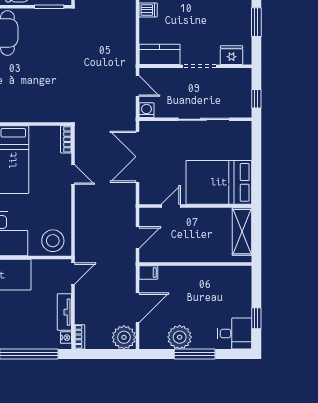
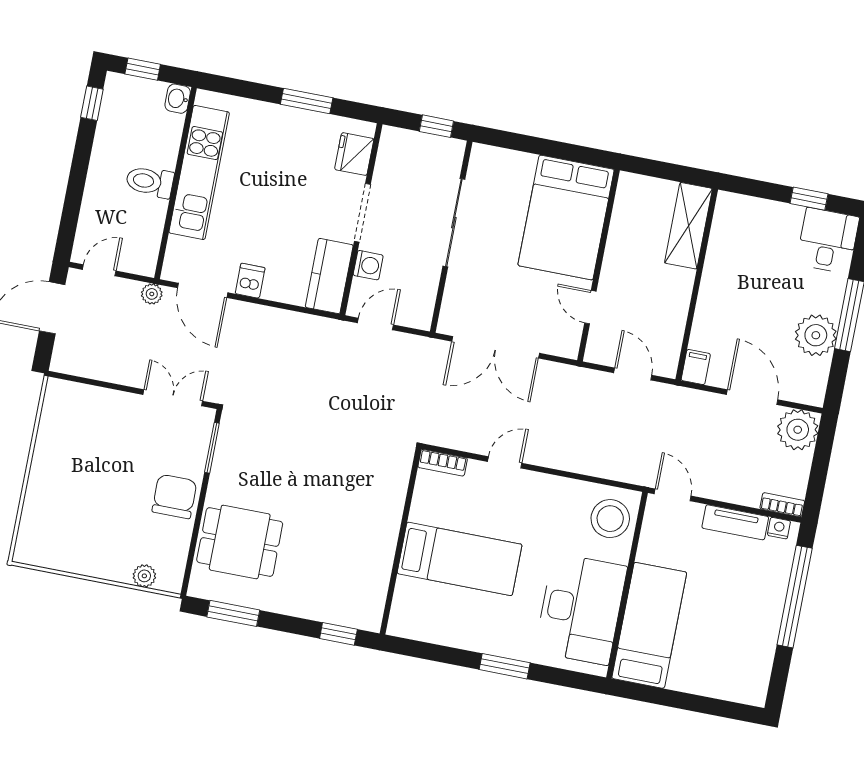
washing machine: (146, 110) -> (368, 265), moved, turned 180
shelving: (242, 232) -> (688, 226), moved, turned 90

